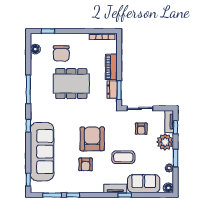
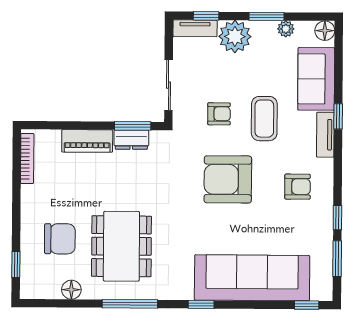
floor lamp: (35, 49) -> (71, 290), moved
dining table: (71, 84) -> (121, 246), moved
armchair: (141, 129) -> (219, 114), moved
armchair: (86, 164) -> (298, 187), moved

